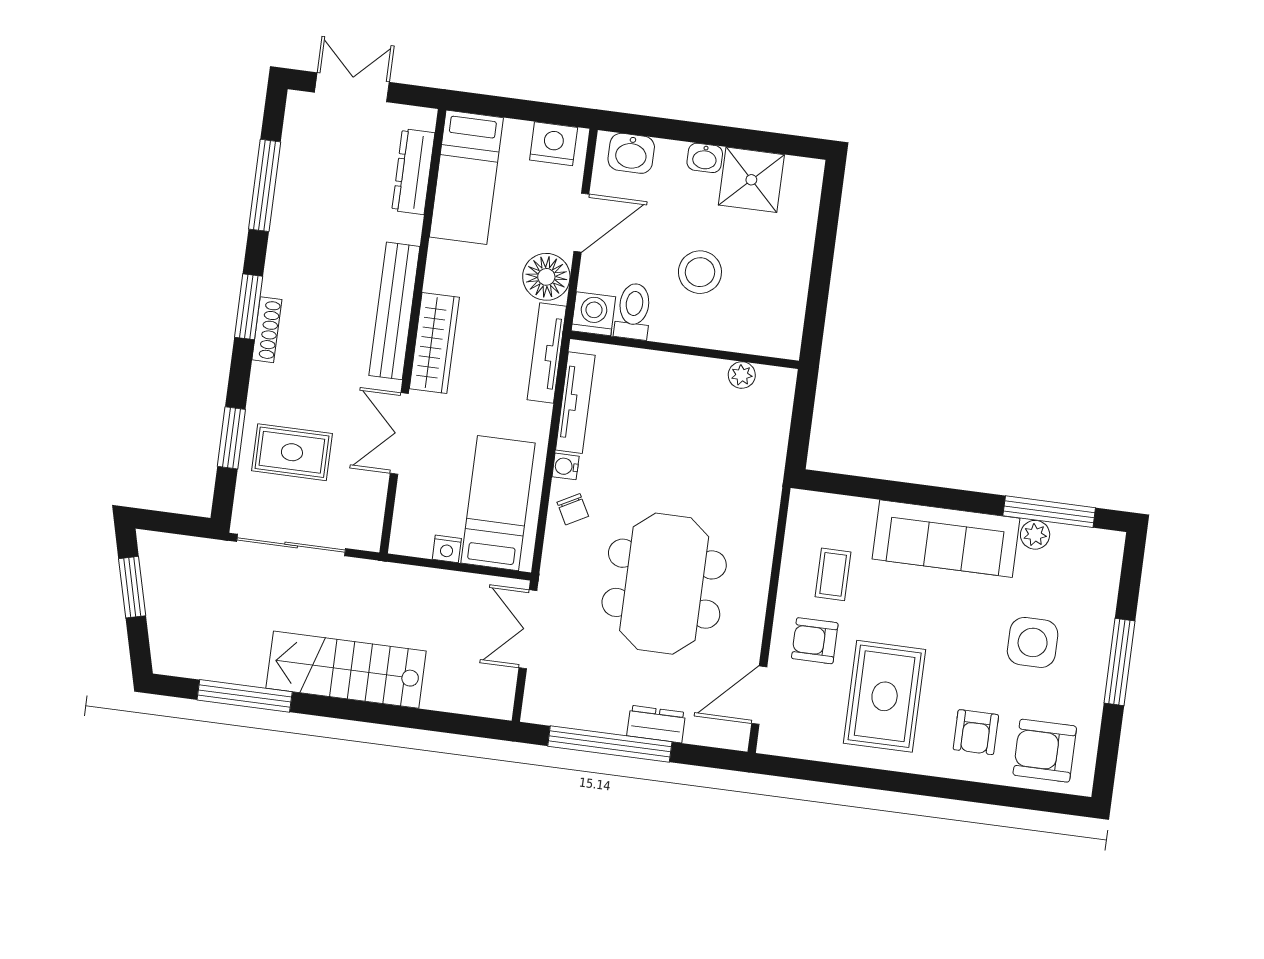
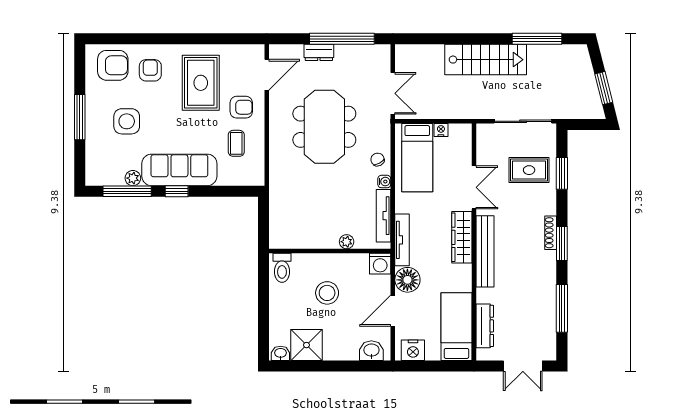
washbasin: (705, 158) -> (280, 353), moved
toilet: (633, 311) -> (282, 268), moved
plant: (742, 375) -> (347, 242), moved
window: (956, 499) -> (177, 191), added

